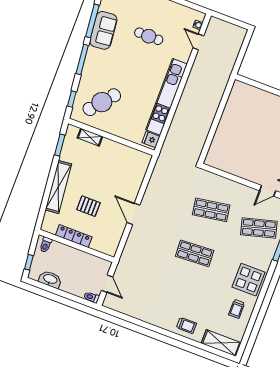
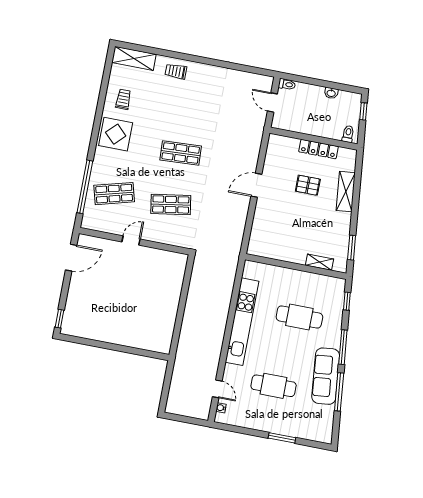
sofa: (103, 30) -> (326, 376), width x1.36
cafe table: (149, 36) -> (274, 386), width x1.37, depth x1.35
cafe table: (102, 102) -> (299, 317), moved, turned 50
fridge: (151, 140) -> (251, 271), removed
shelving: (58, 187) -> (346, 192), width x0.68
door: (268, 191) -> (131, 240), moved
door: (133, 214) -> (256, 185), swing flipped
washbasin: (50, 279) -> (331, 93), width x0.52, depth x0.69

